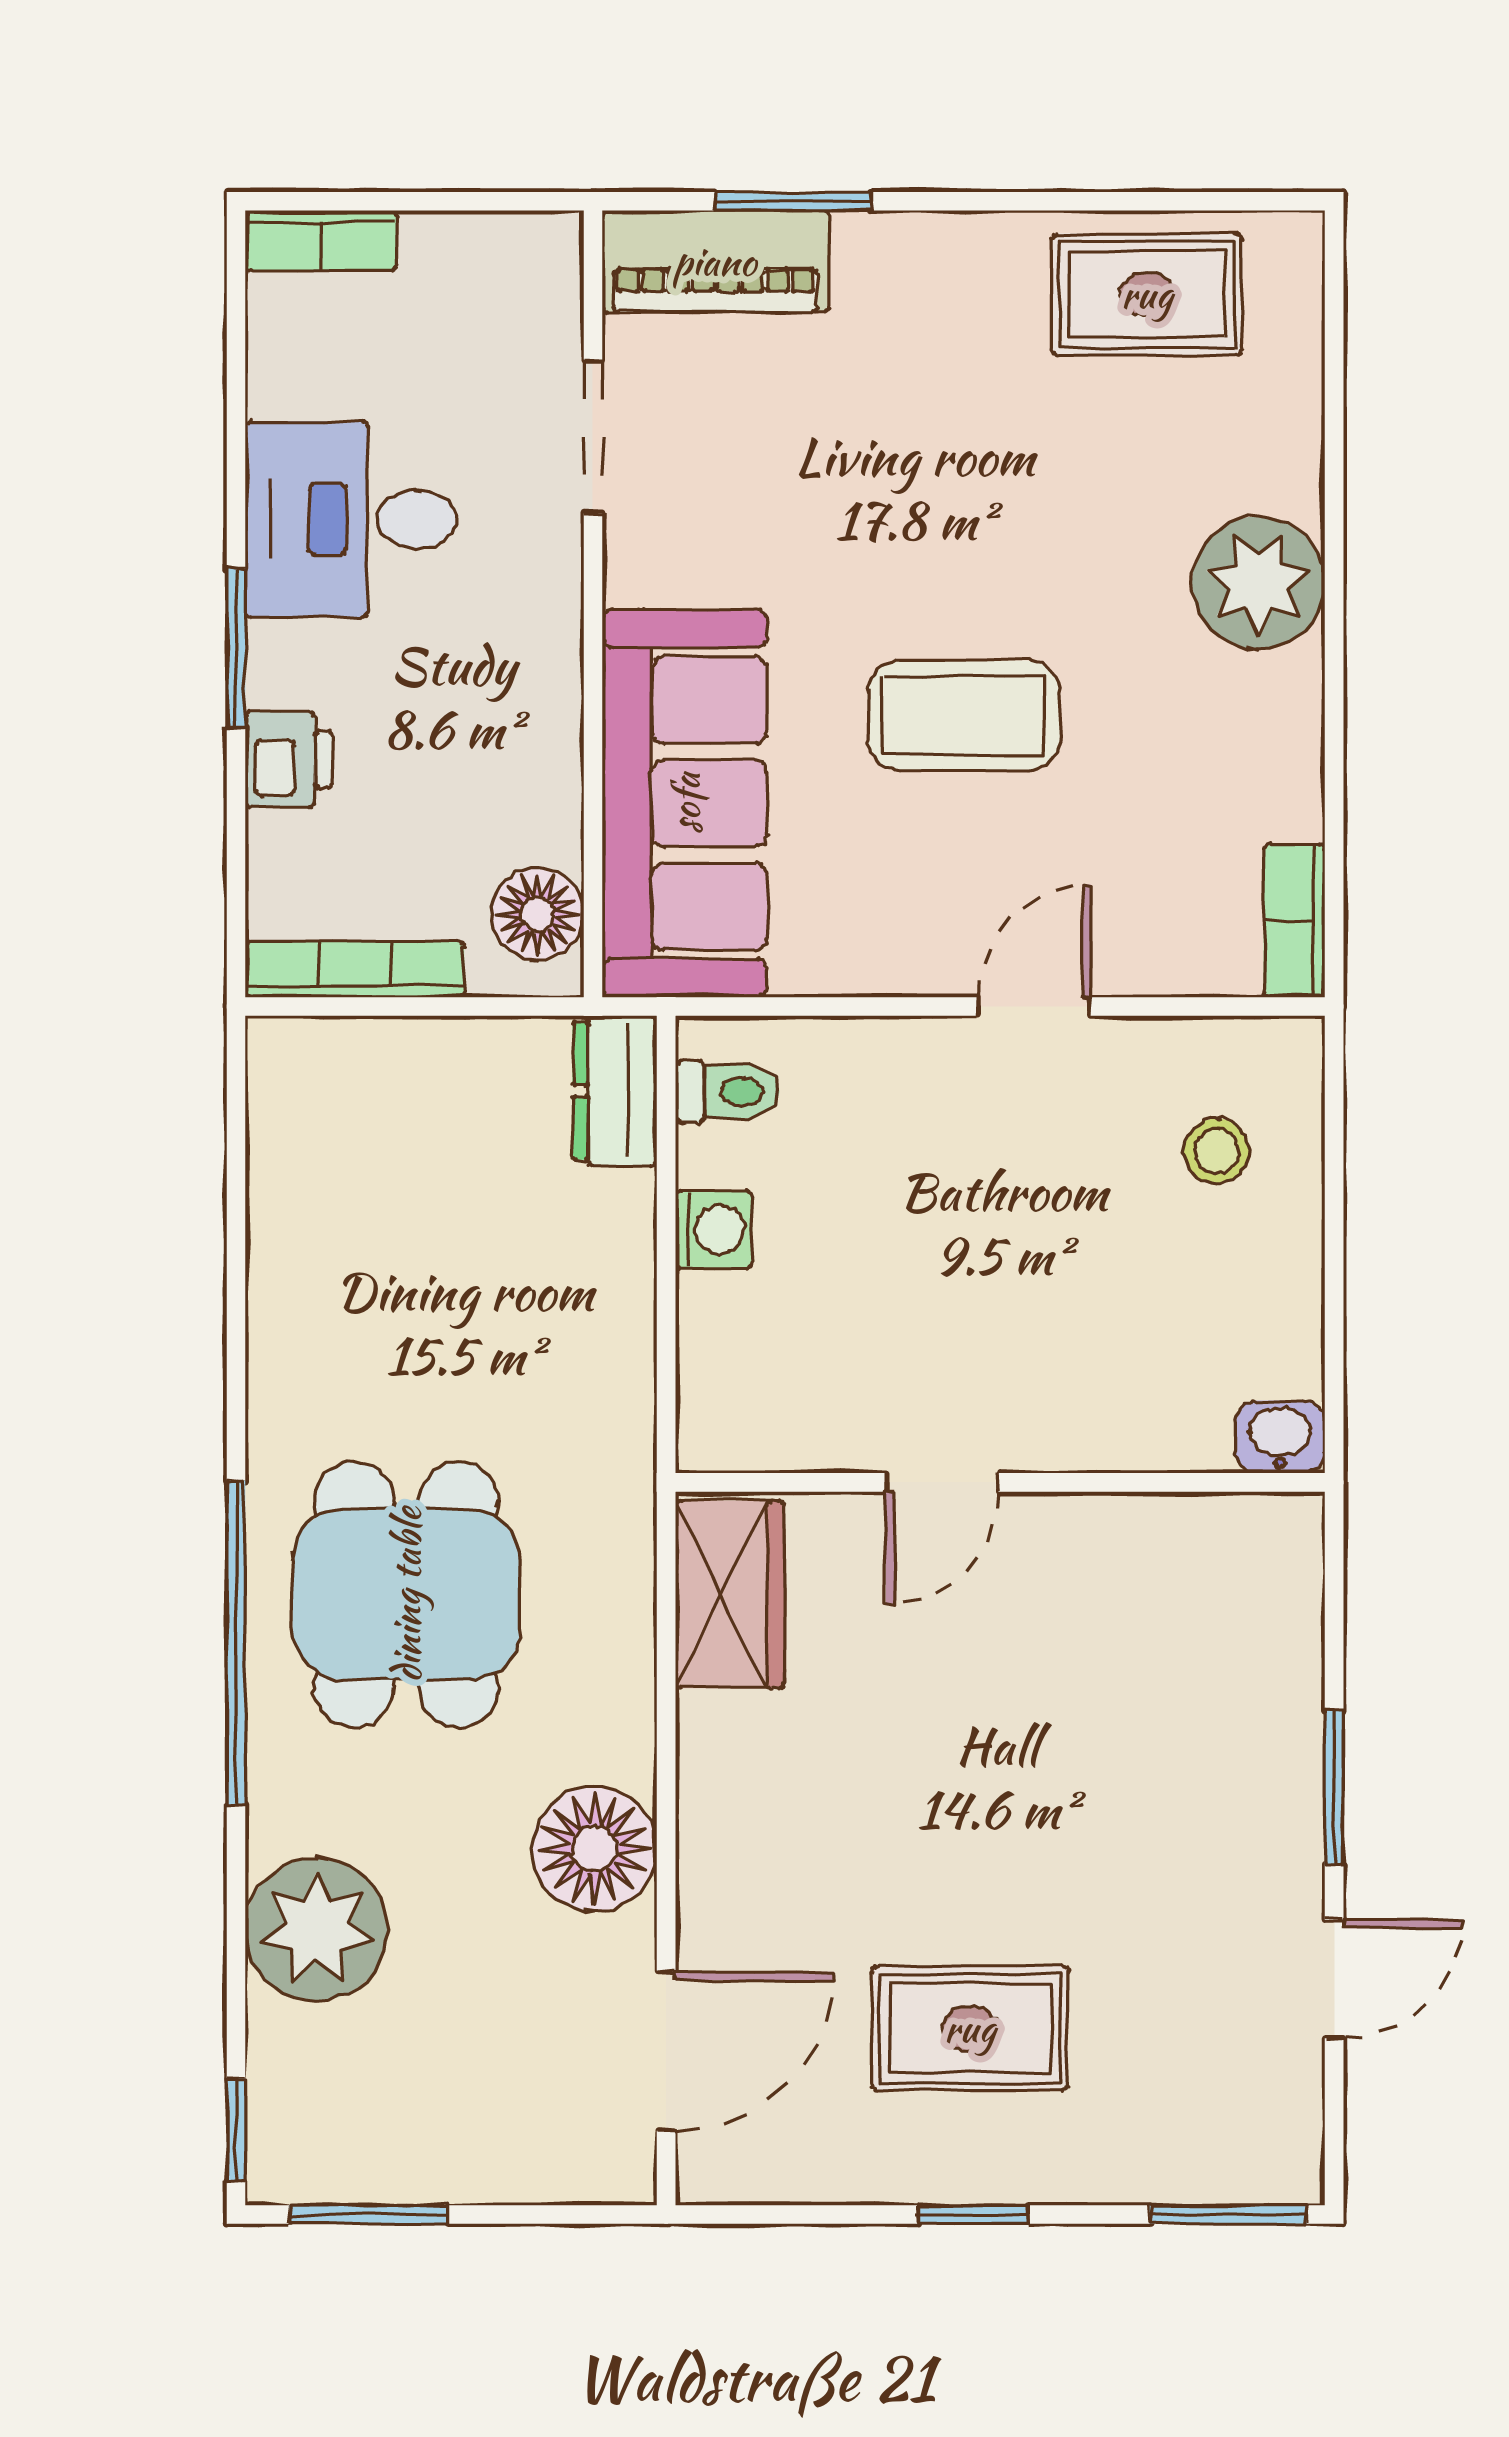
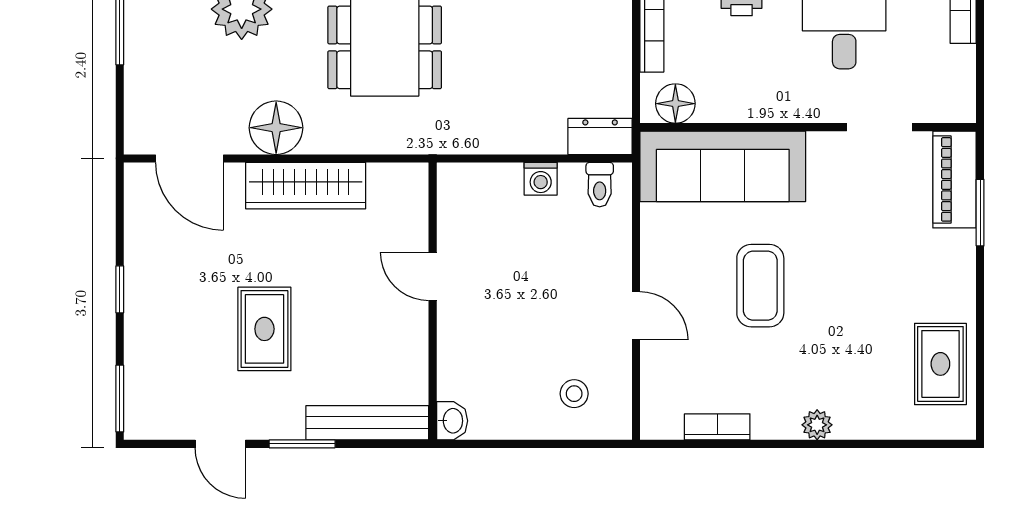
plant: (1258, 583) -> (817, 425), width x0.53, depth x0.53
bookcase: (1294, 921) -> (717, 427), moved
wardrobe: (730, 1594) -> (306, 186), moved, width x1.50
bench: (1285, 1635) -> (367, 423), added
rug: (970, 2028) -> (264, 329), moved

